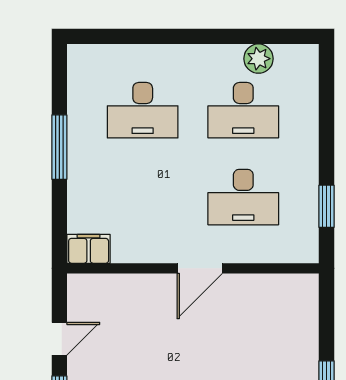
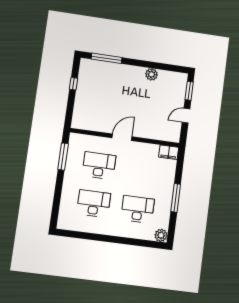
plant: (258, 59) -> (161, 235), moved
window: (327, 206) -> (63, 157), width x1.44

